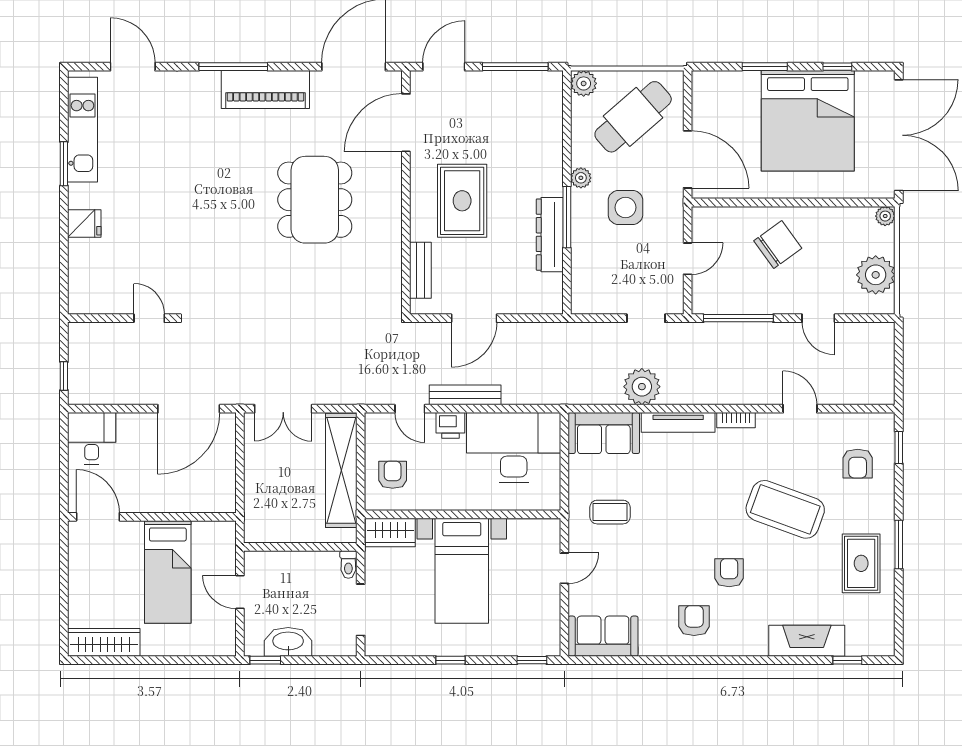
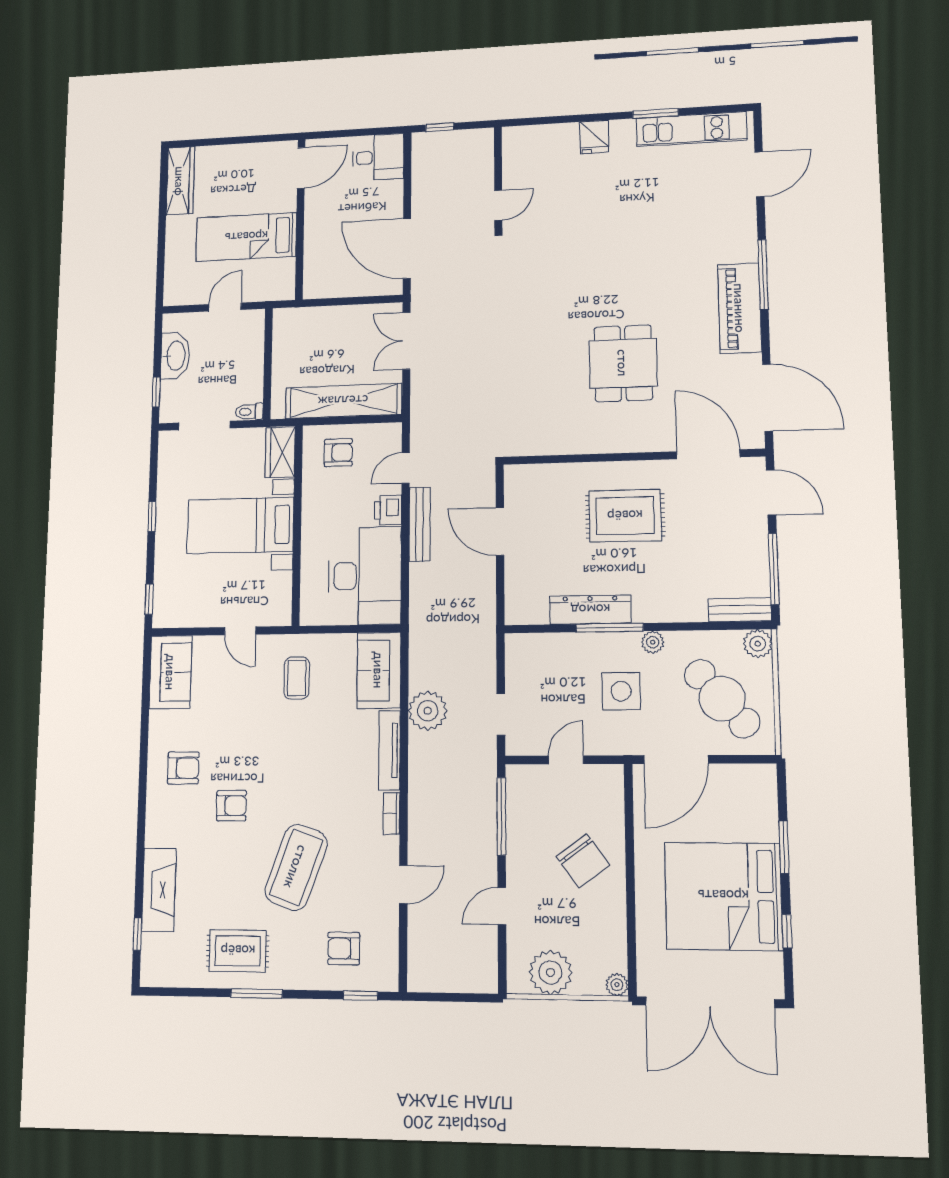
dining table: (315, 200) -> (623, 363), width x0.73
door: (688, 259) -> (566, 760), swing flipped
bench: (420, 270) -> (740, 610), moved
window: (265, 660) -> (156, 392), moved

